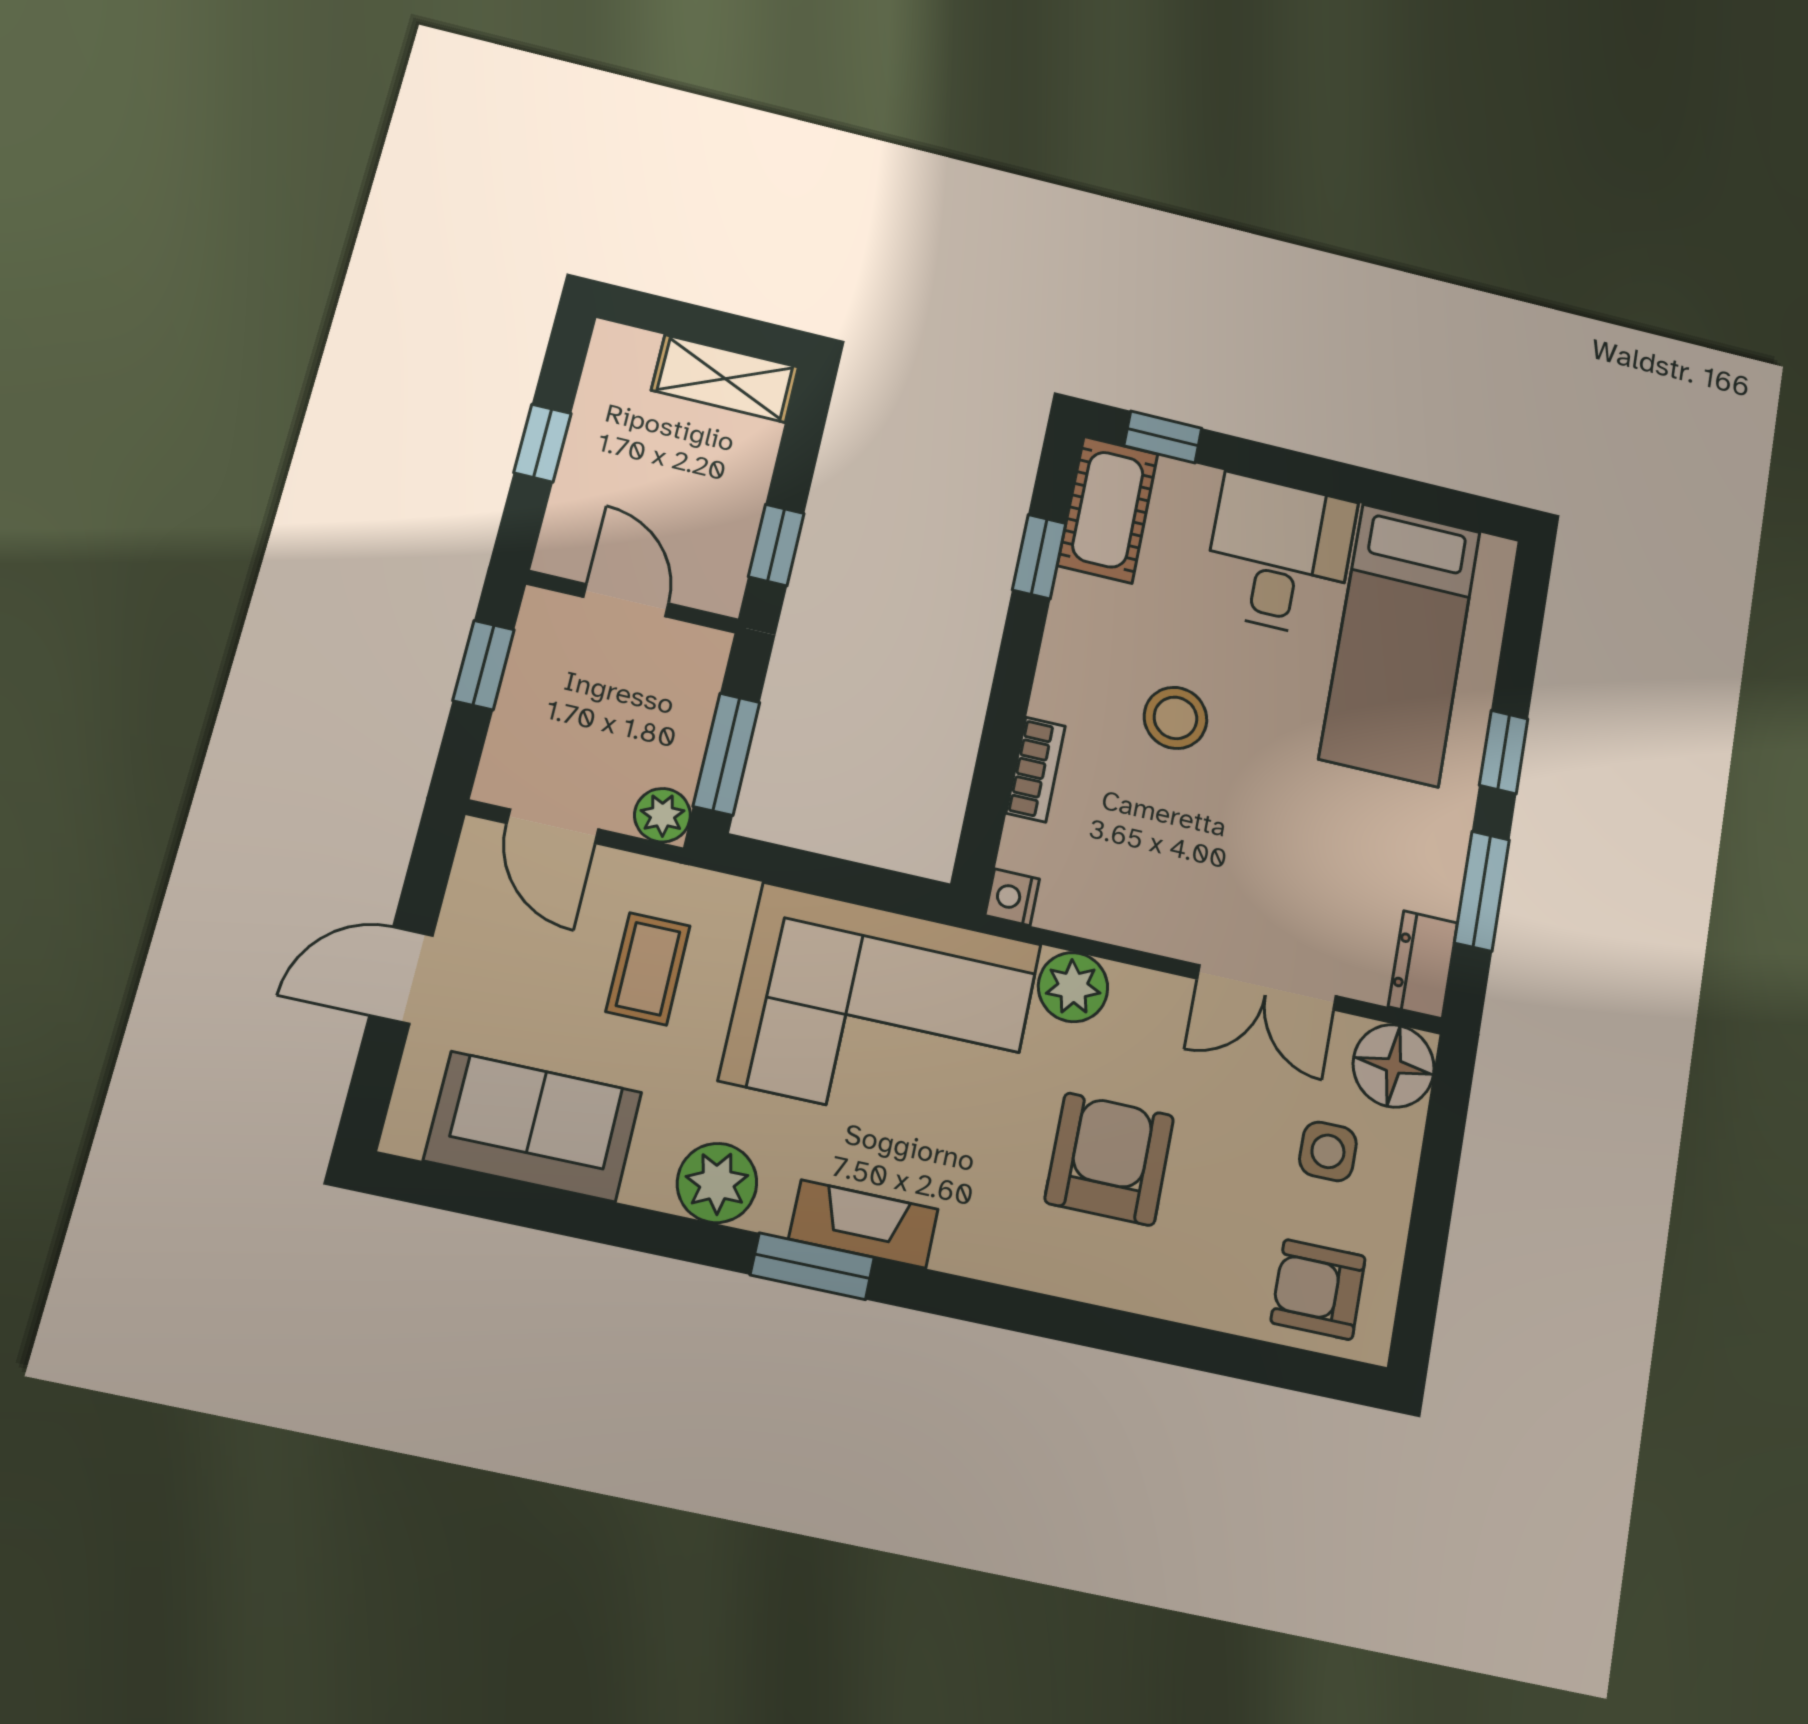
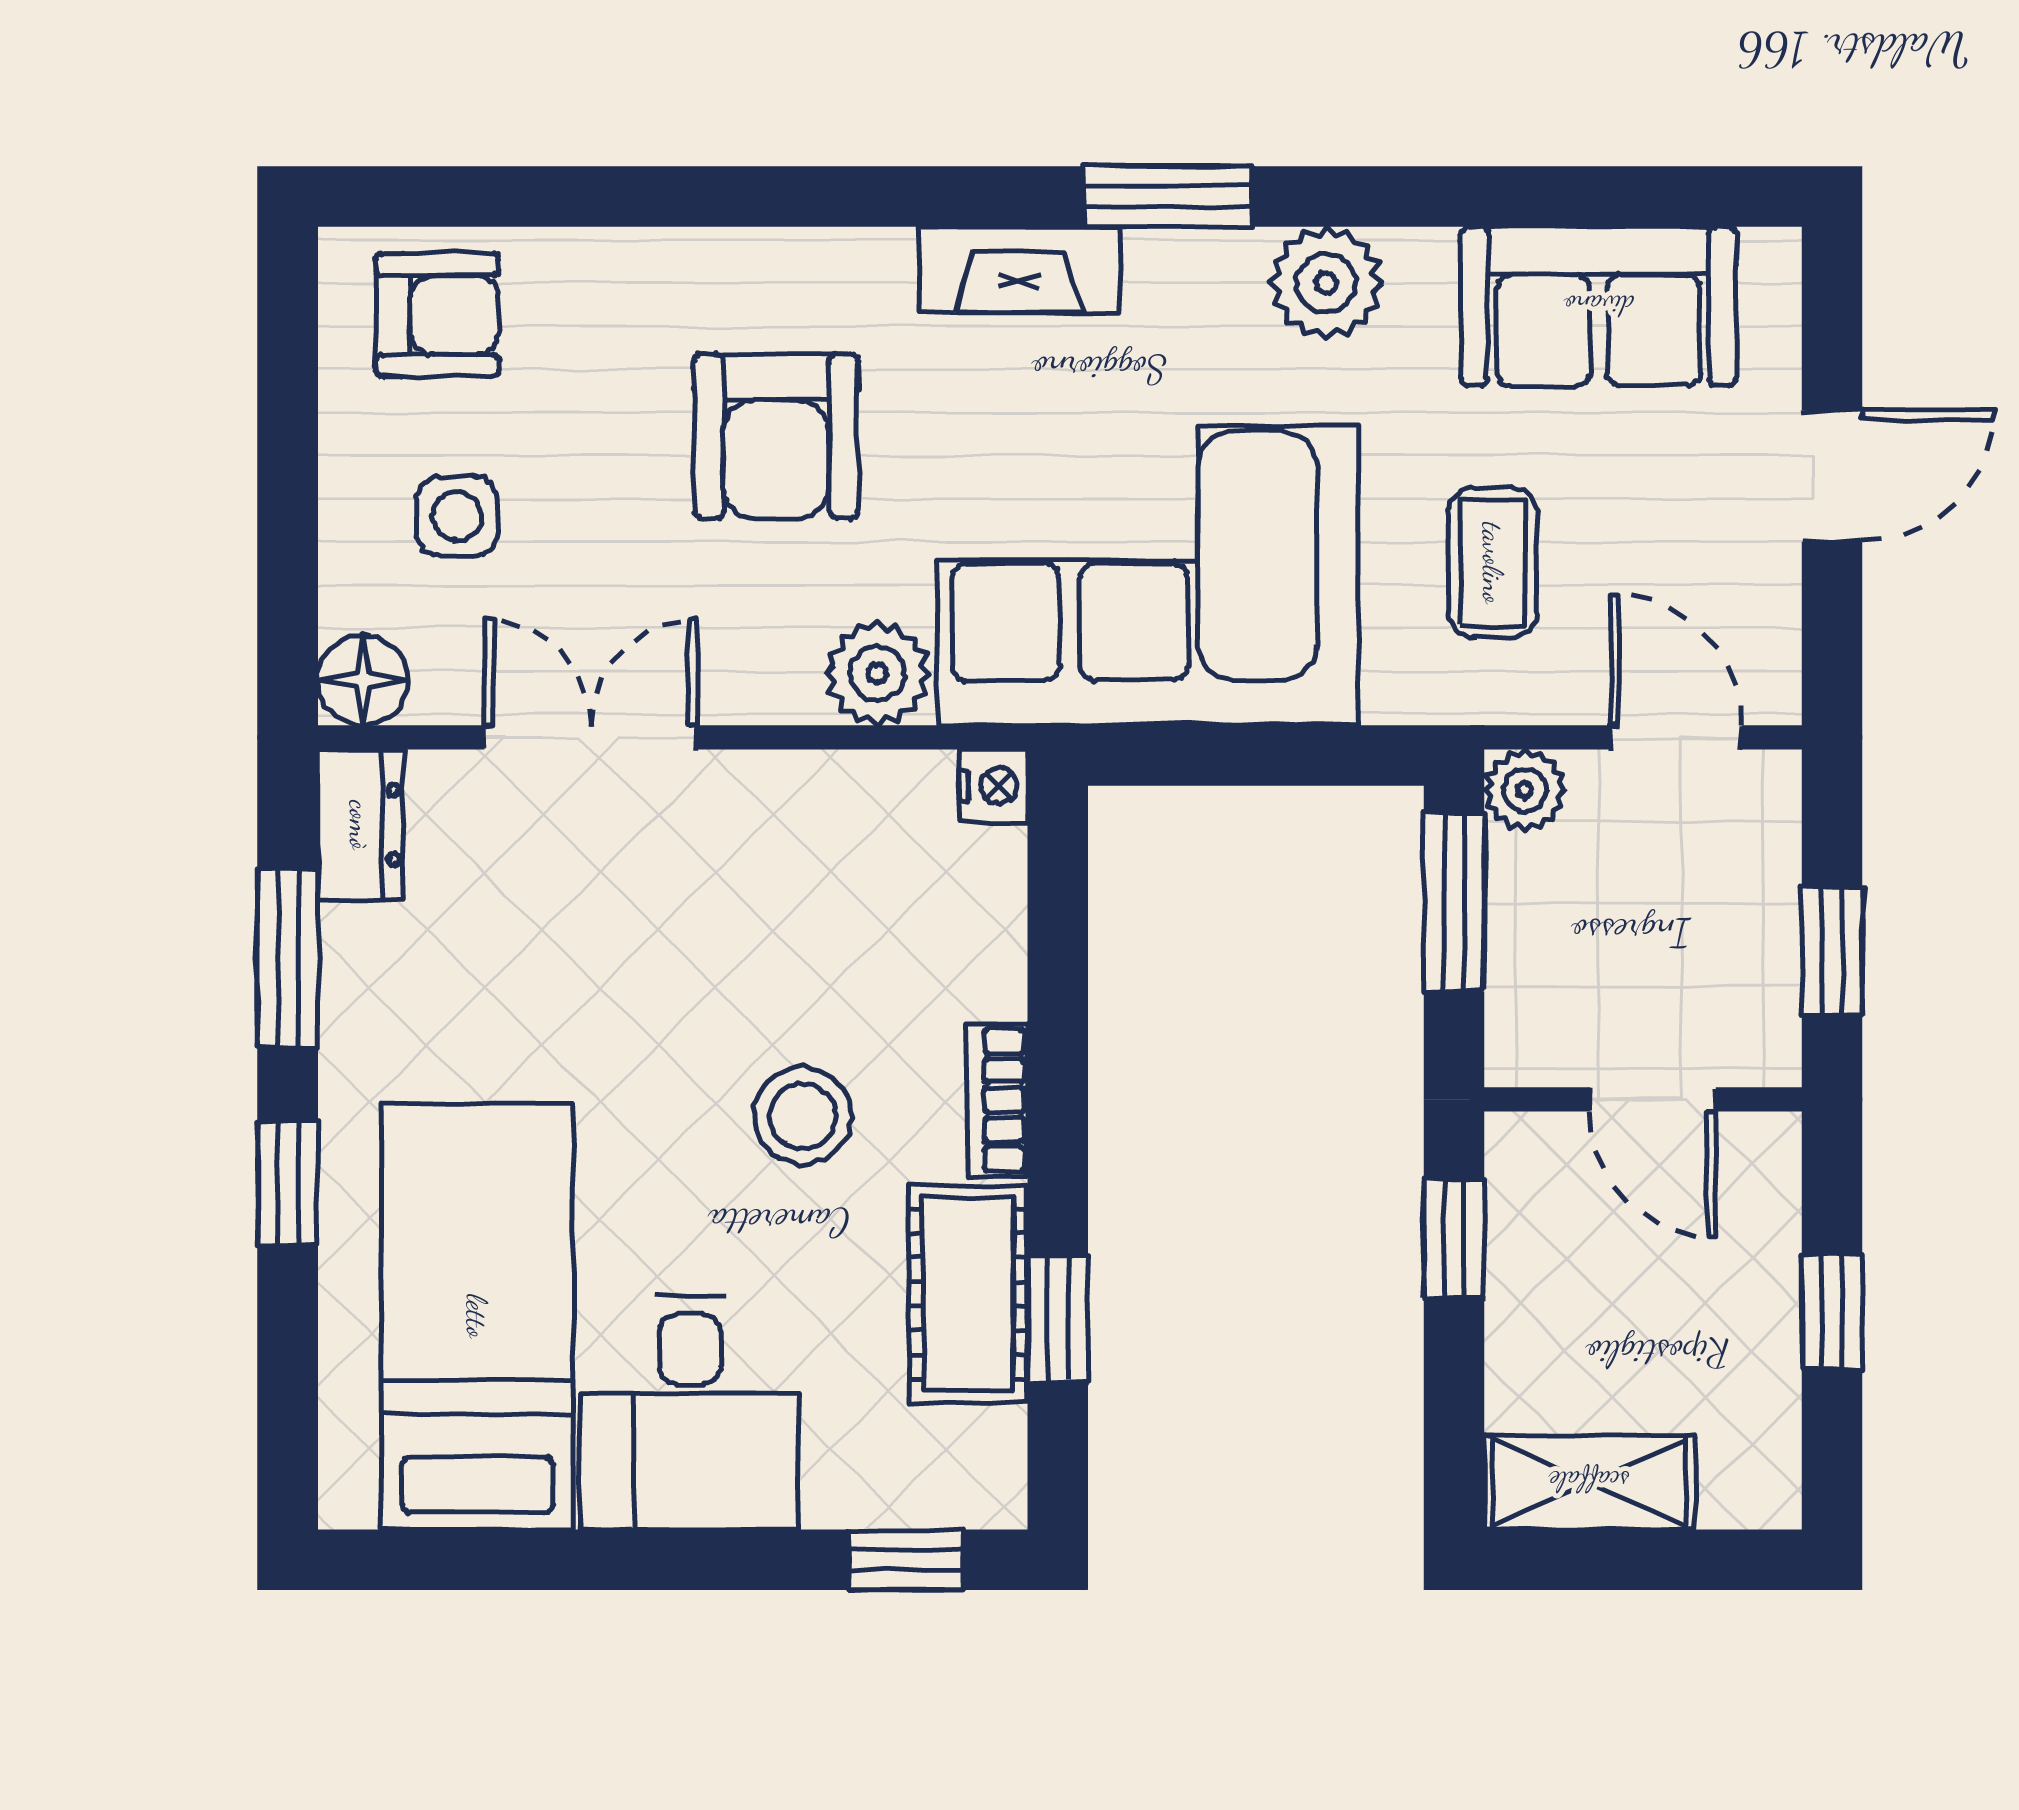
cot: (1108, 510) -> (968, 1294), moved
bookcase: (1036, 770) -> (997, 1100), moved
floor lamp: (1394, 1066) -> (363, 680), width x0.73, depth x0.73
fireplace: (864, 1224) -> (1019, 270), moved

